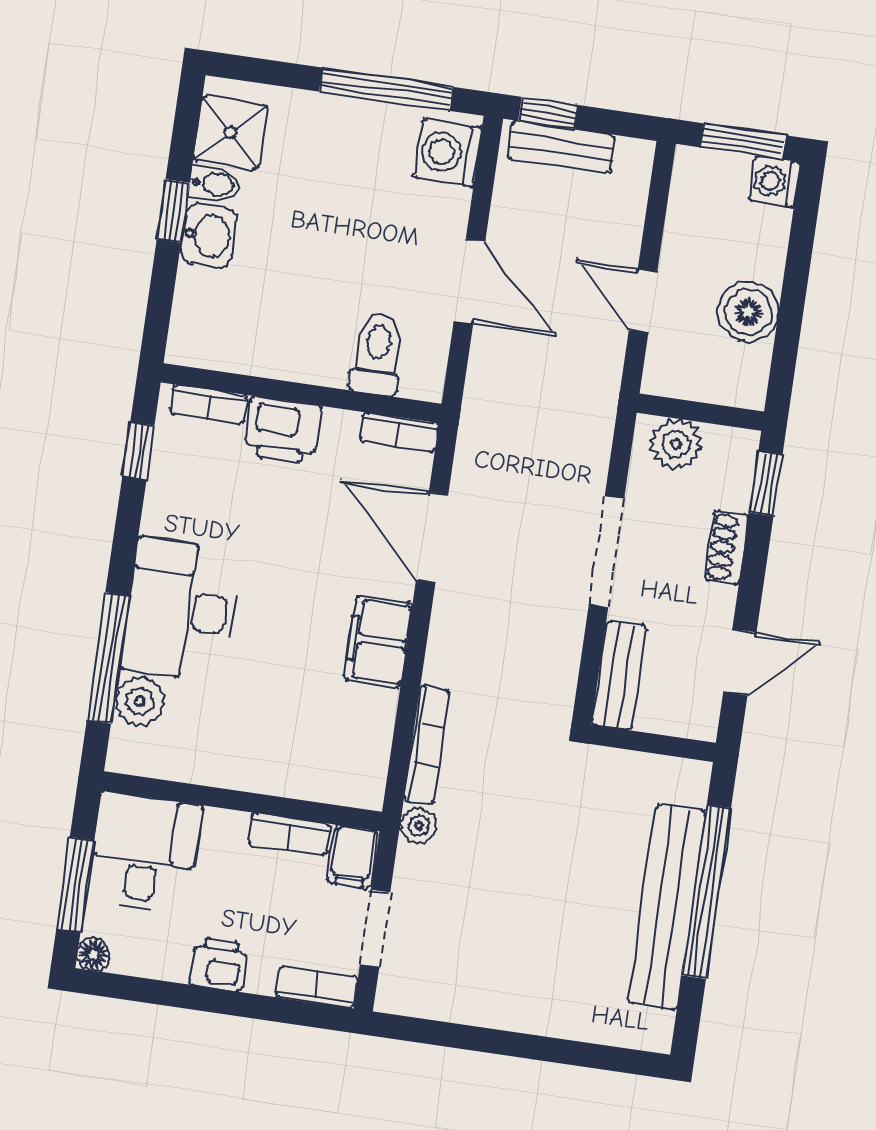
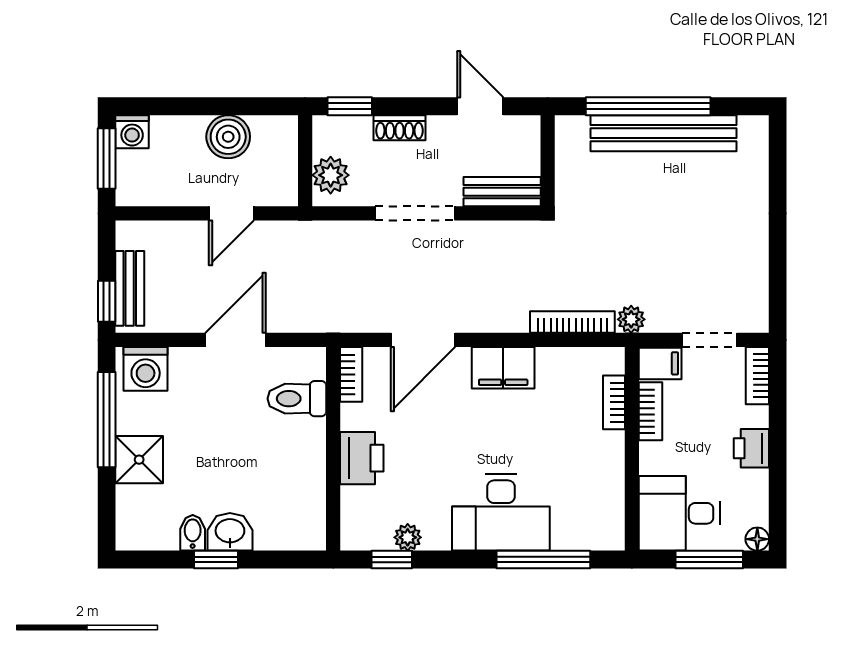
shower: (230, 133) -> (139, 460), moved
bookcase: (208, 404) -> (614, 402), moved, turned 180
plant: (140, 701) -> (408, 537), moved, width x0.73, depth x0.73

